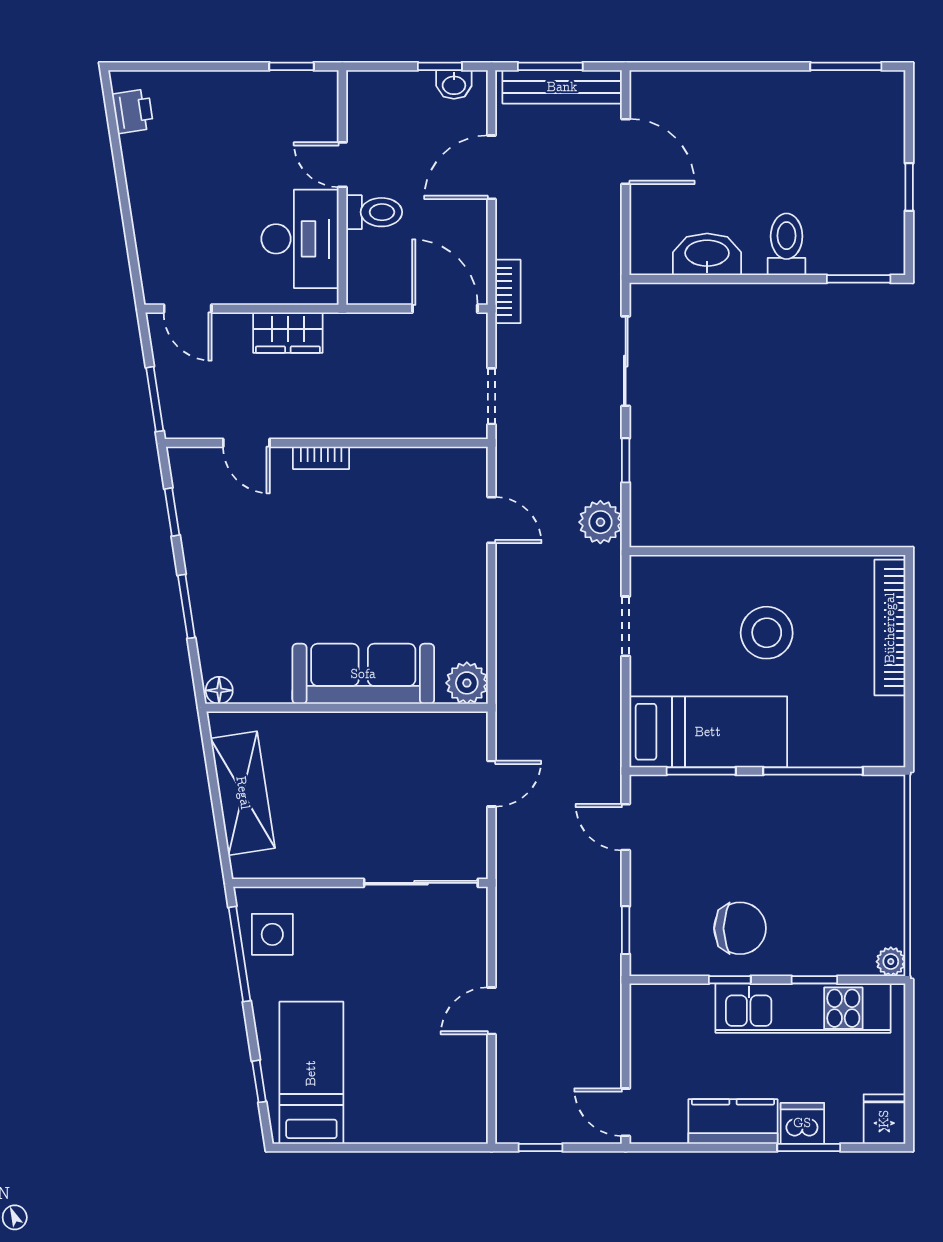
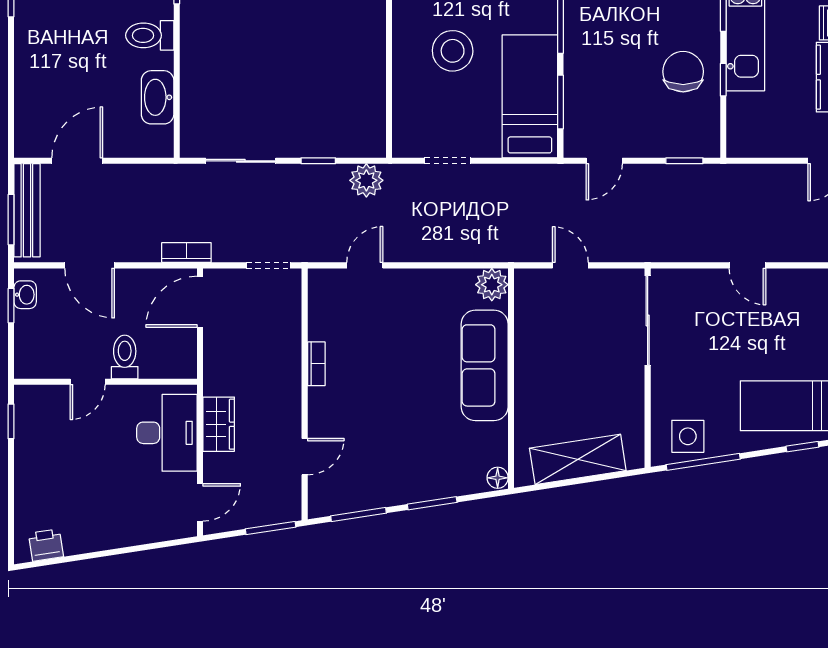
desk: (300, 239) -> (167, 433), moved, turned 90
bookcase: (321, 458) -> (316, 364), moved
window: (172, 512) -> (359, 515), width x1.50

